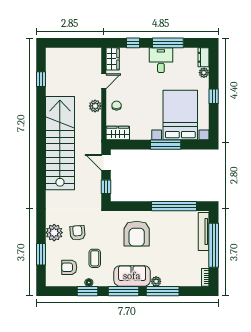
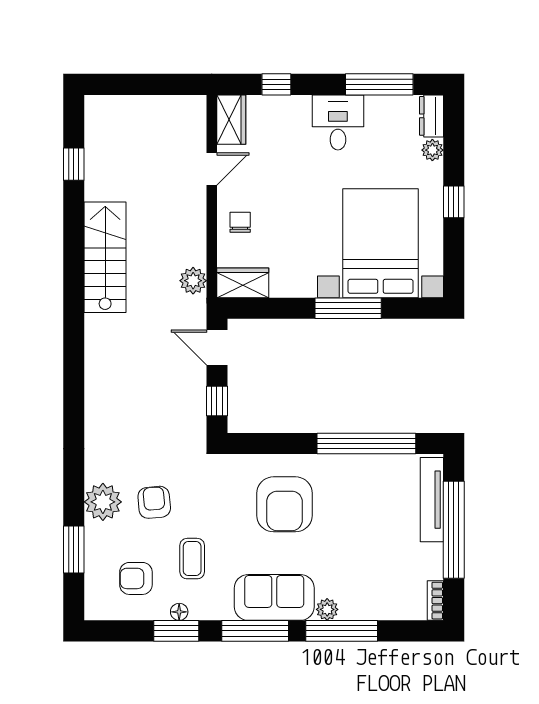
window: (168, 43) -> (379, 84), moved
plant: (95, 106) -> (193, 281), moved
stairs: (60, 143) -> (105, 257), width x0.54, depth x0.66

